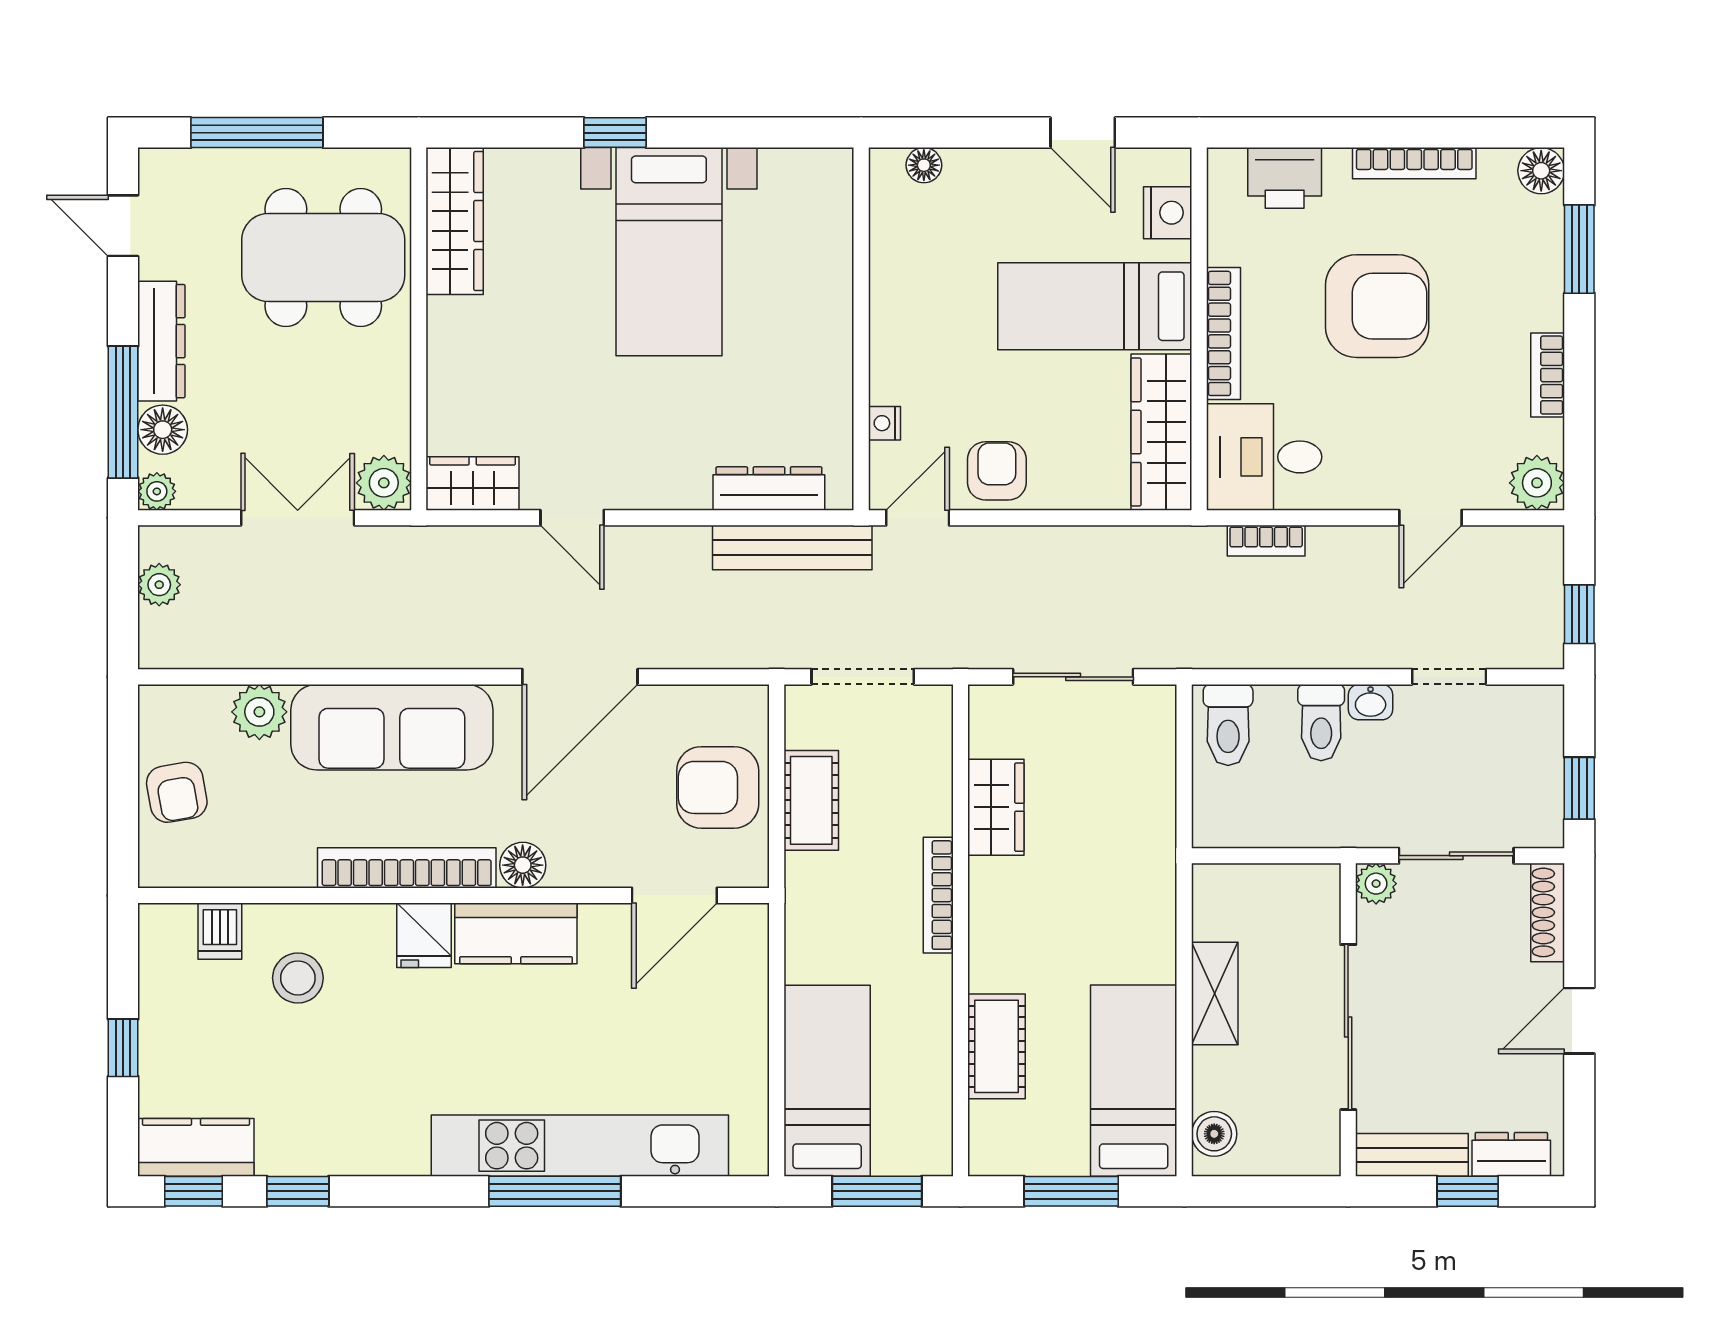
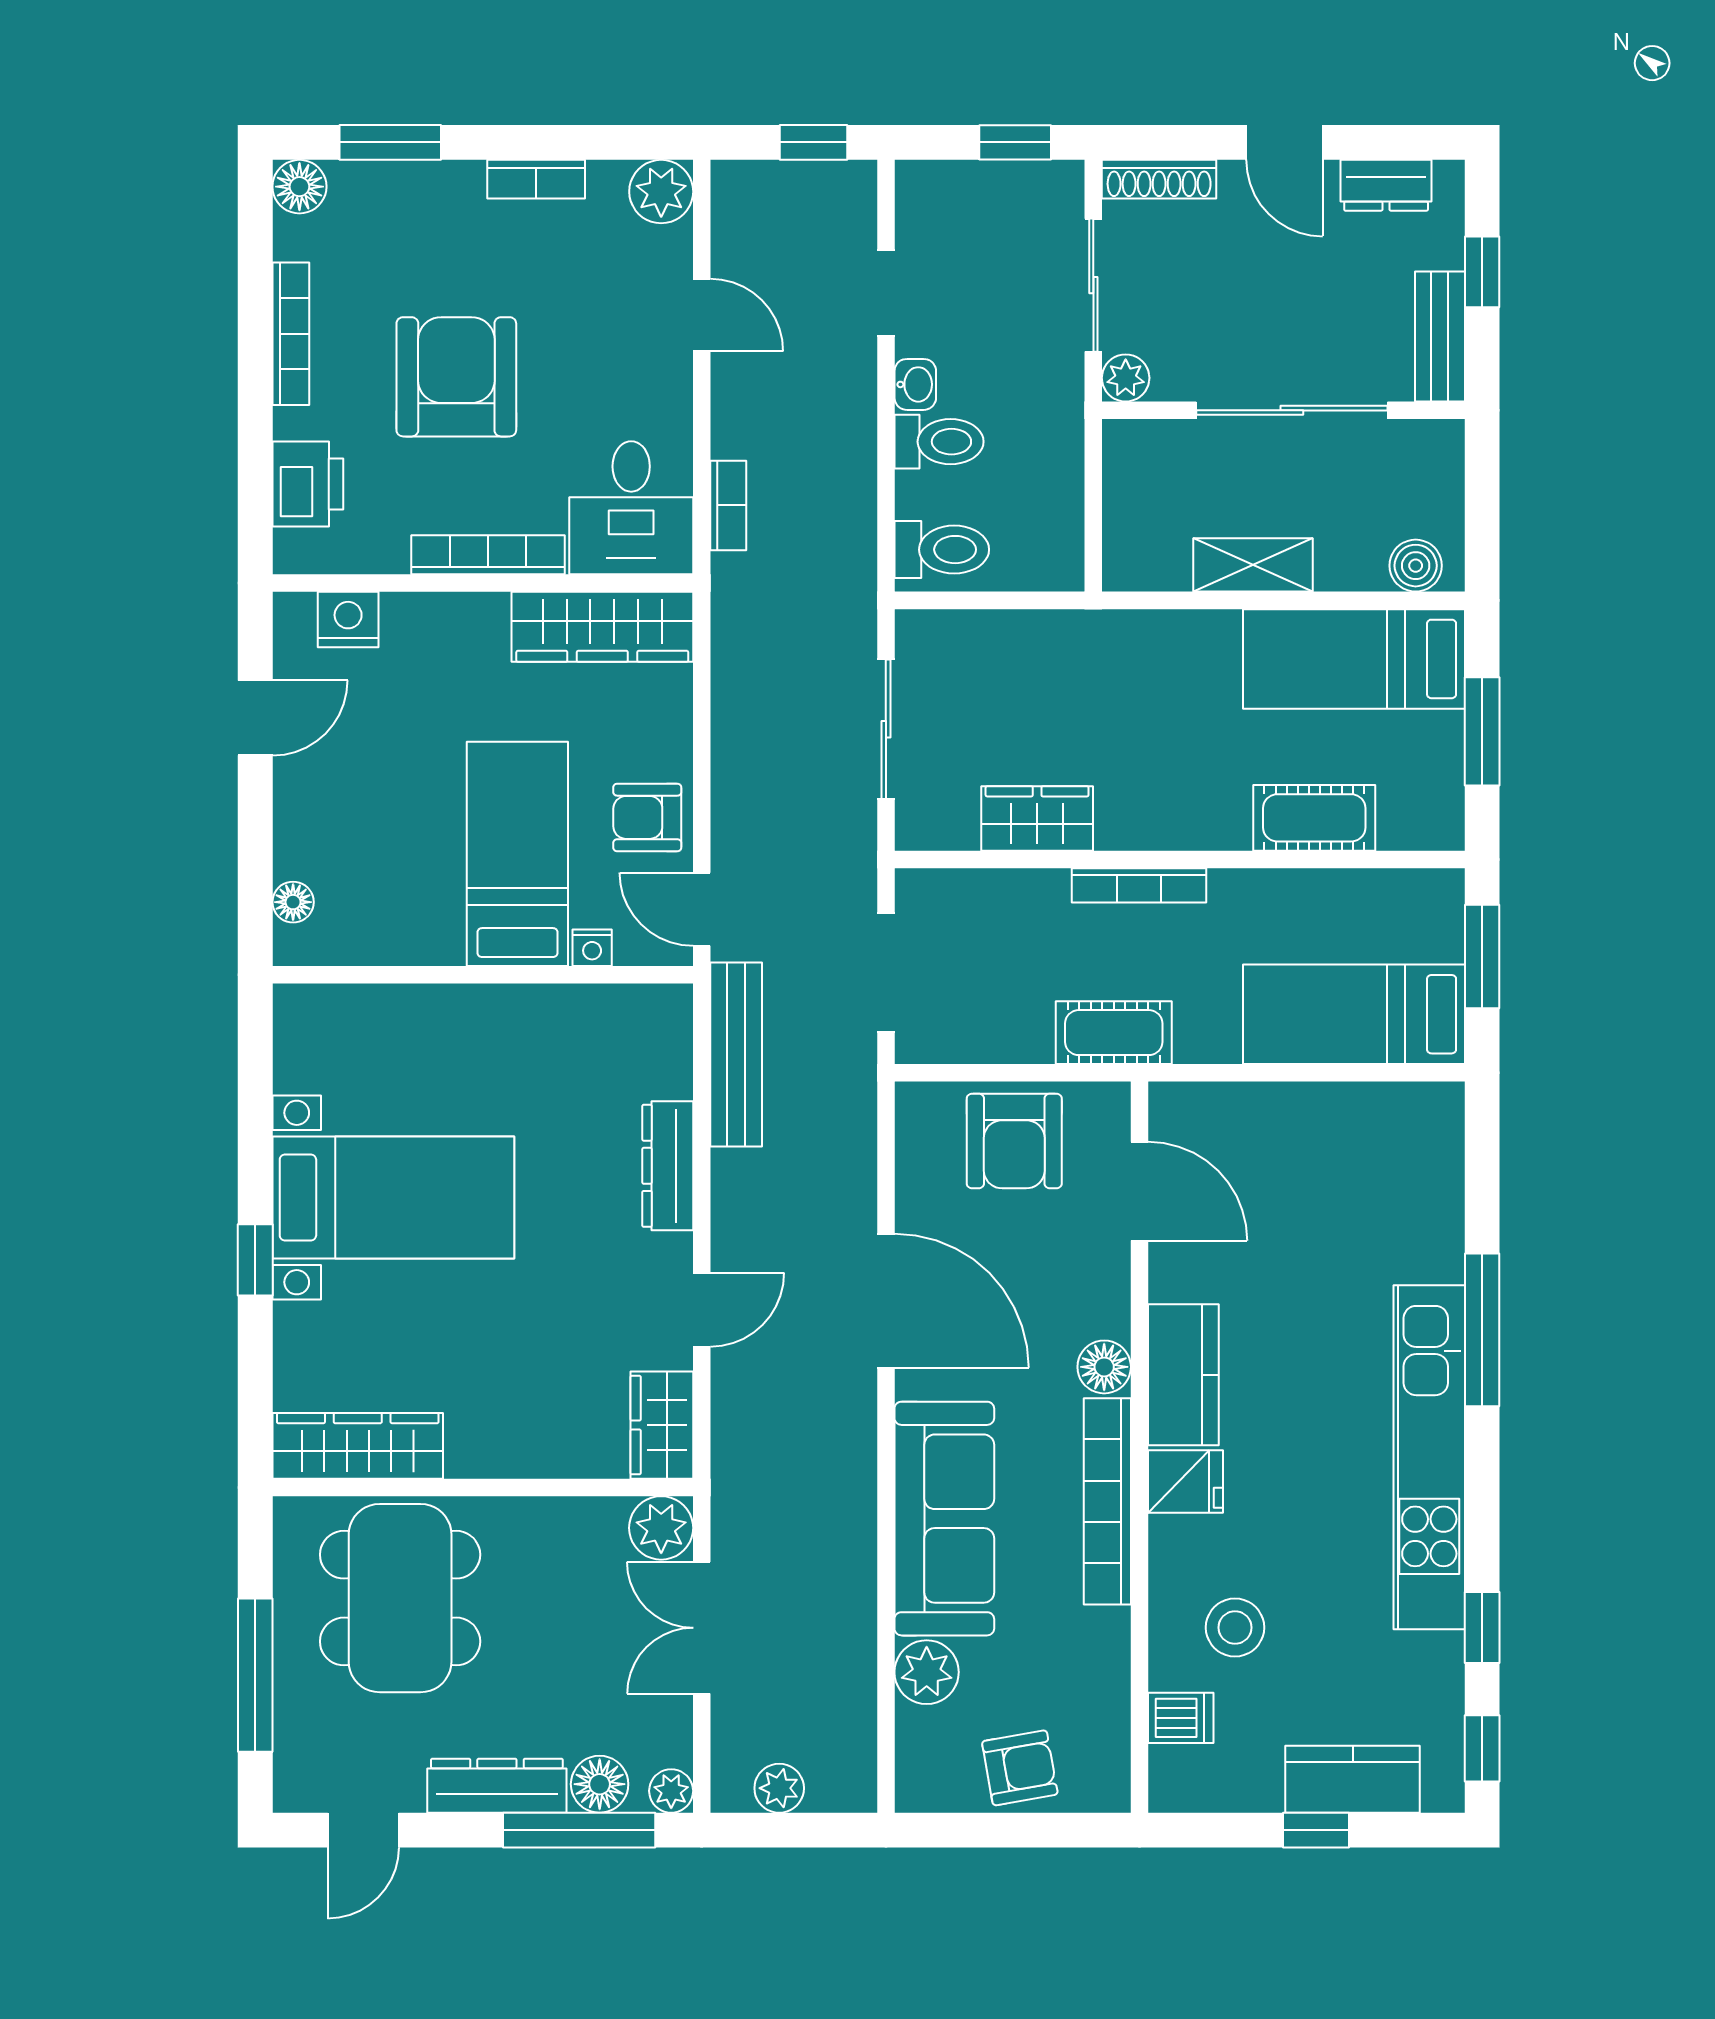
bed: (1095, 306) -> (517, 854), moved, turned 180
dresser: (769, 489) -> (668, 1166), moved
cot: (811, 800) -> (1114, 1033), moved
kitchen unit: (580, 1146) -> (1429, 1457), moved
kitchen counter: (196, 1147) -> (1353, 1779), moved, turned 90
dresser: (1511, 1154) -> (1386, 185), moved, turned -90

